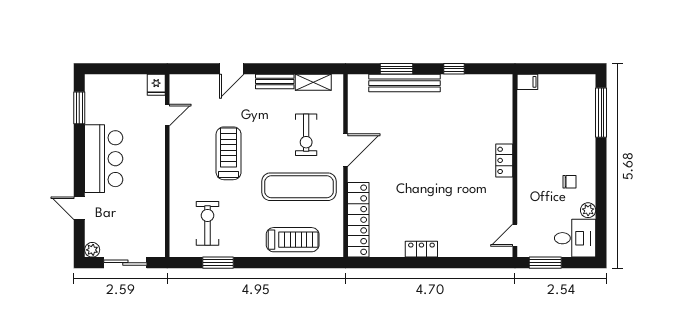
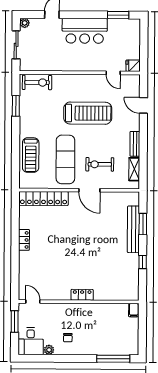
door: (232, 69) -> (143, 105), moved
treadmill: (229, 153) -> (88, 113), width x1.37, depth x1.38
exercise bike: (207, 223) -> (37, 82), moved

